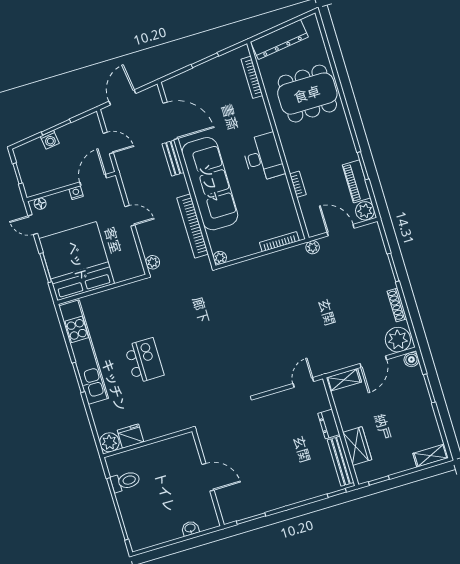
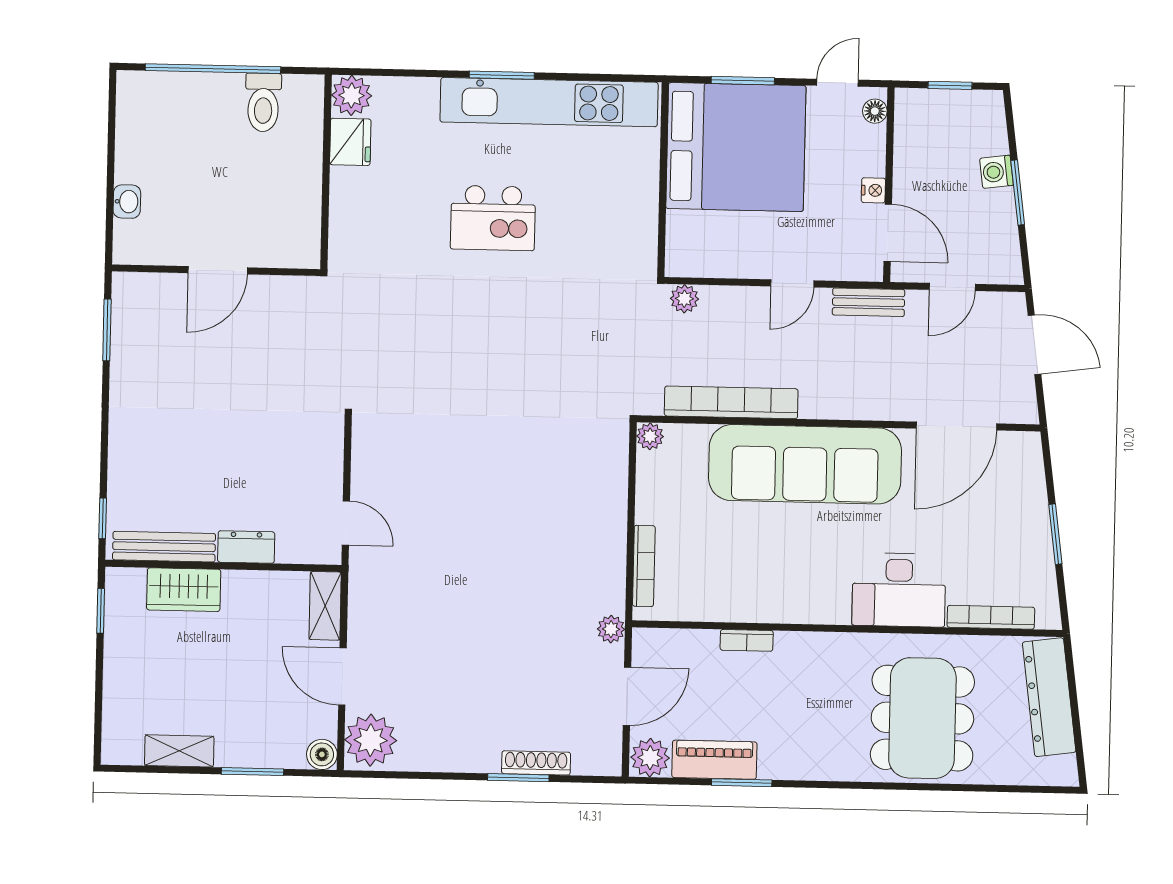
desk: (263, 157) -> (899, 590), moved
bench: (173, 158) -> (868, 302), moved
shoe rack: (397, 305) -> (536, 763), moved
shelving: (431, 456) -> (179, 751), moved, turned 90

